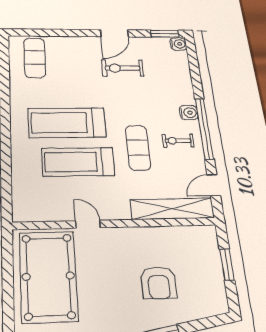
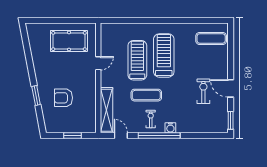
water cooler: (178, 44) -> (222, 128), removed
pool table: (48, 276) -> (69, 41), width x0.73, depth x0.76

